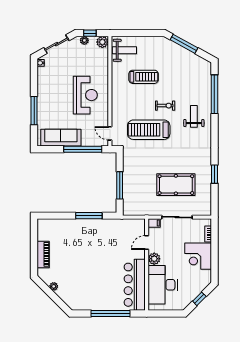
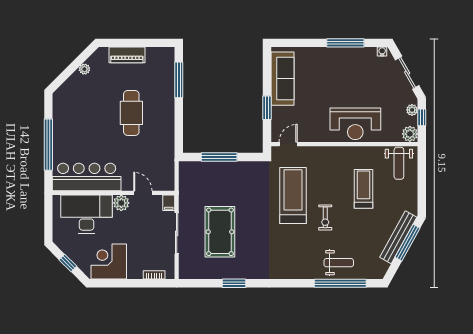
bench: (180, 51) -> (398, 237), added
treadmill: (144, 77) -> (364, 189), turned 180
reception desk: (85, 95) -> (355, 124), moved
window: (34, 111) -> (345, 43), moved
weight bench: (194, 116) -> (339, 263), moved
window: (83, 149) -> (267, 108), width x0.47
window: (89, 216) -> (179, 80), moved
cafe table: (87, 251) -> (131, 113), added
corner desk: (198, 256) -> (109, 262), moved

